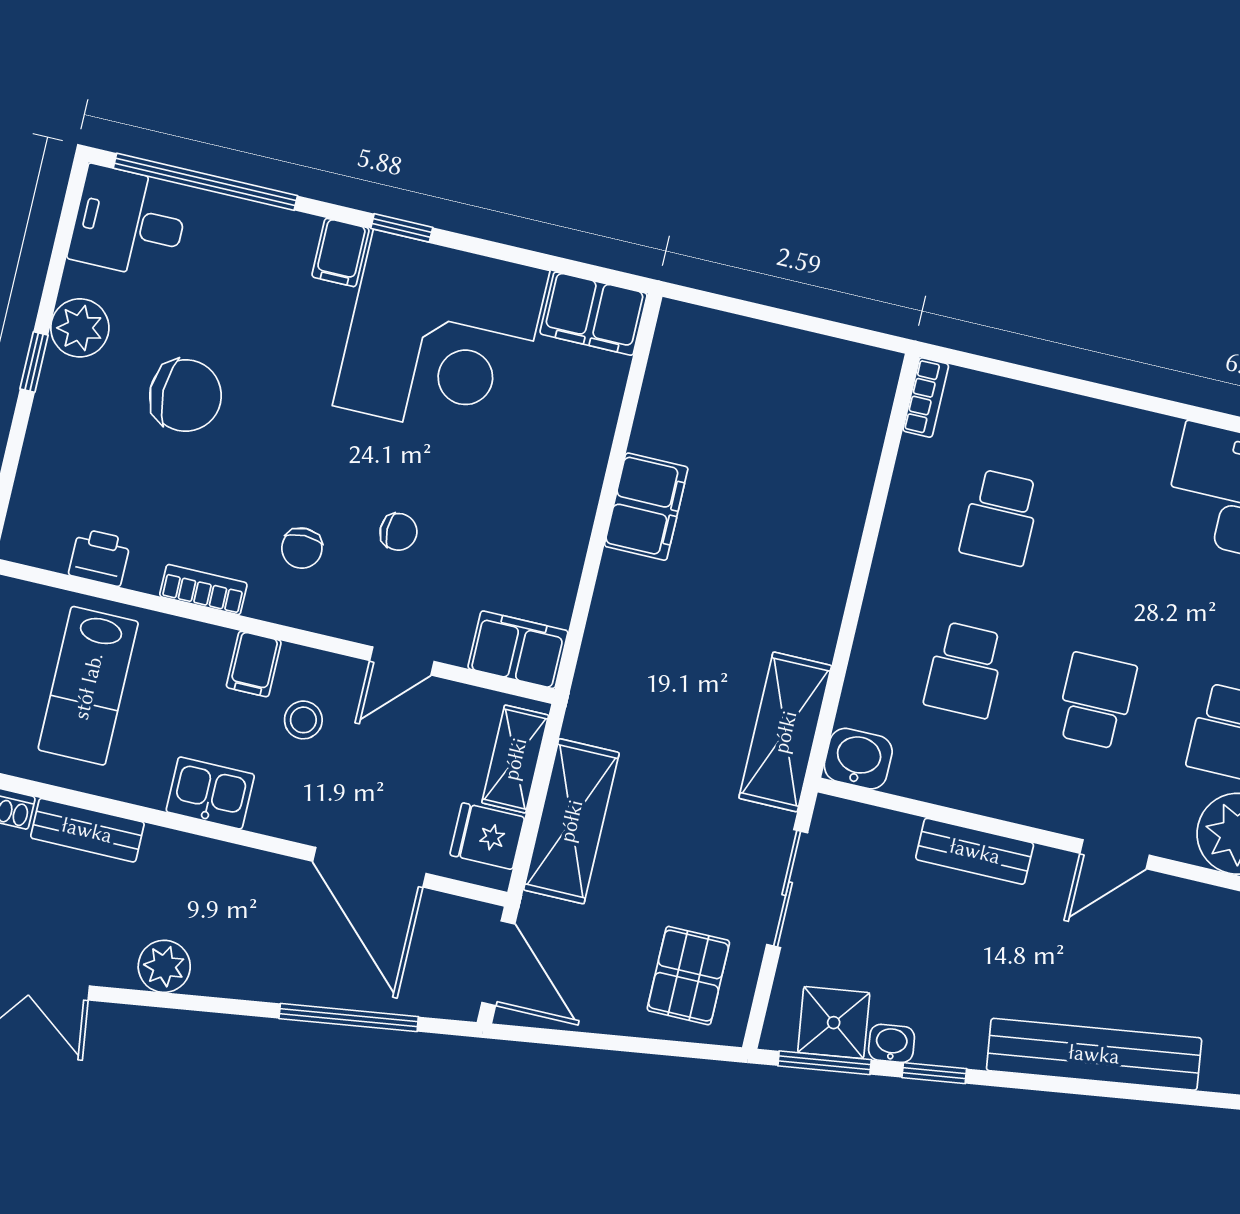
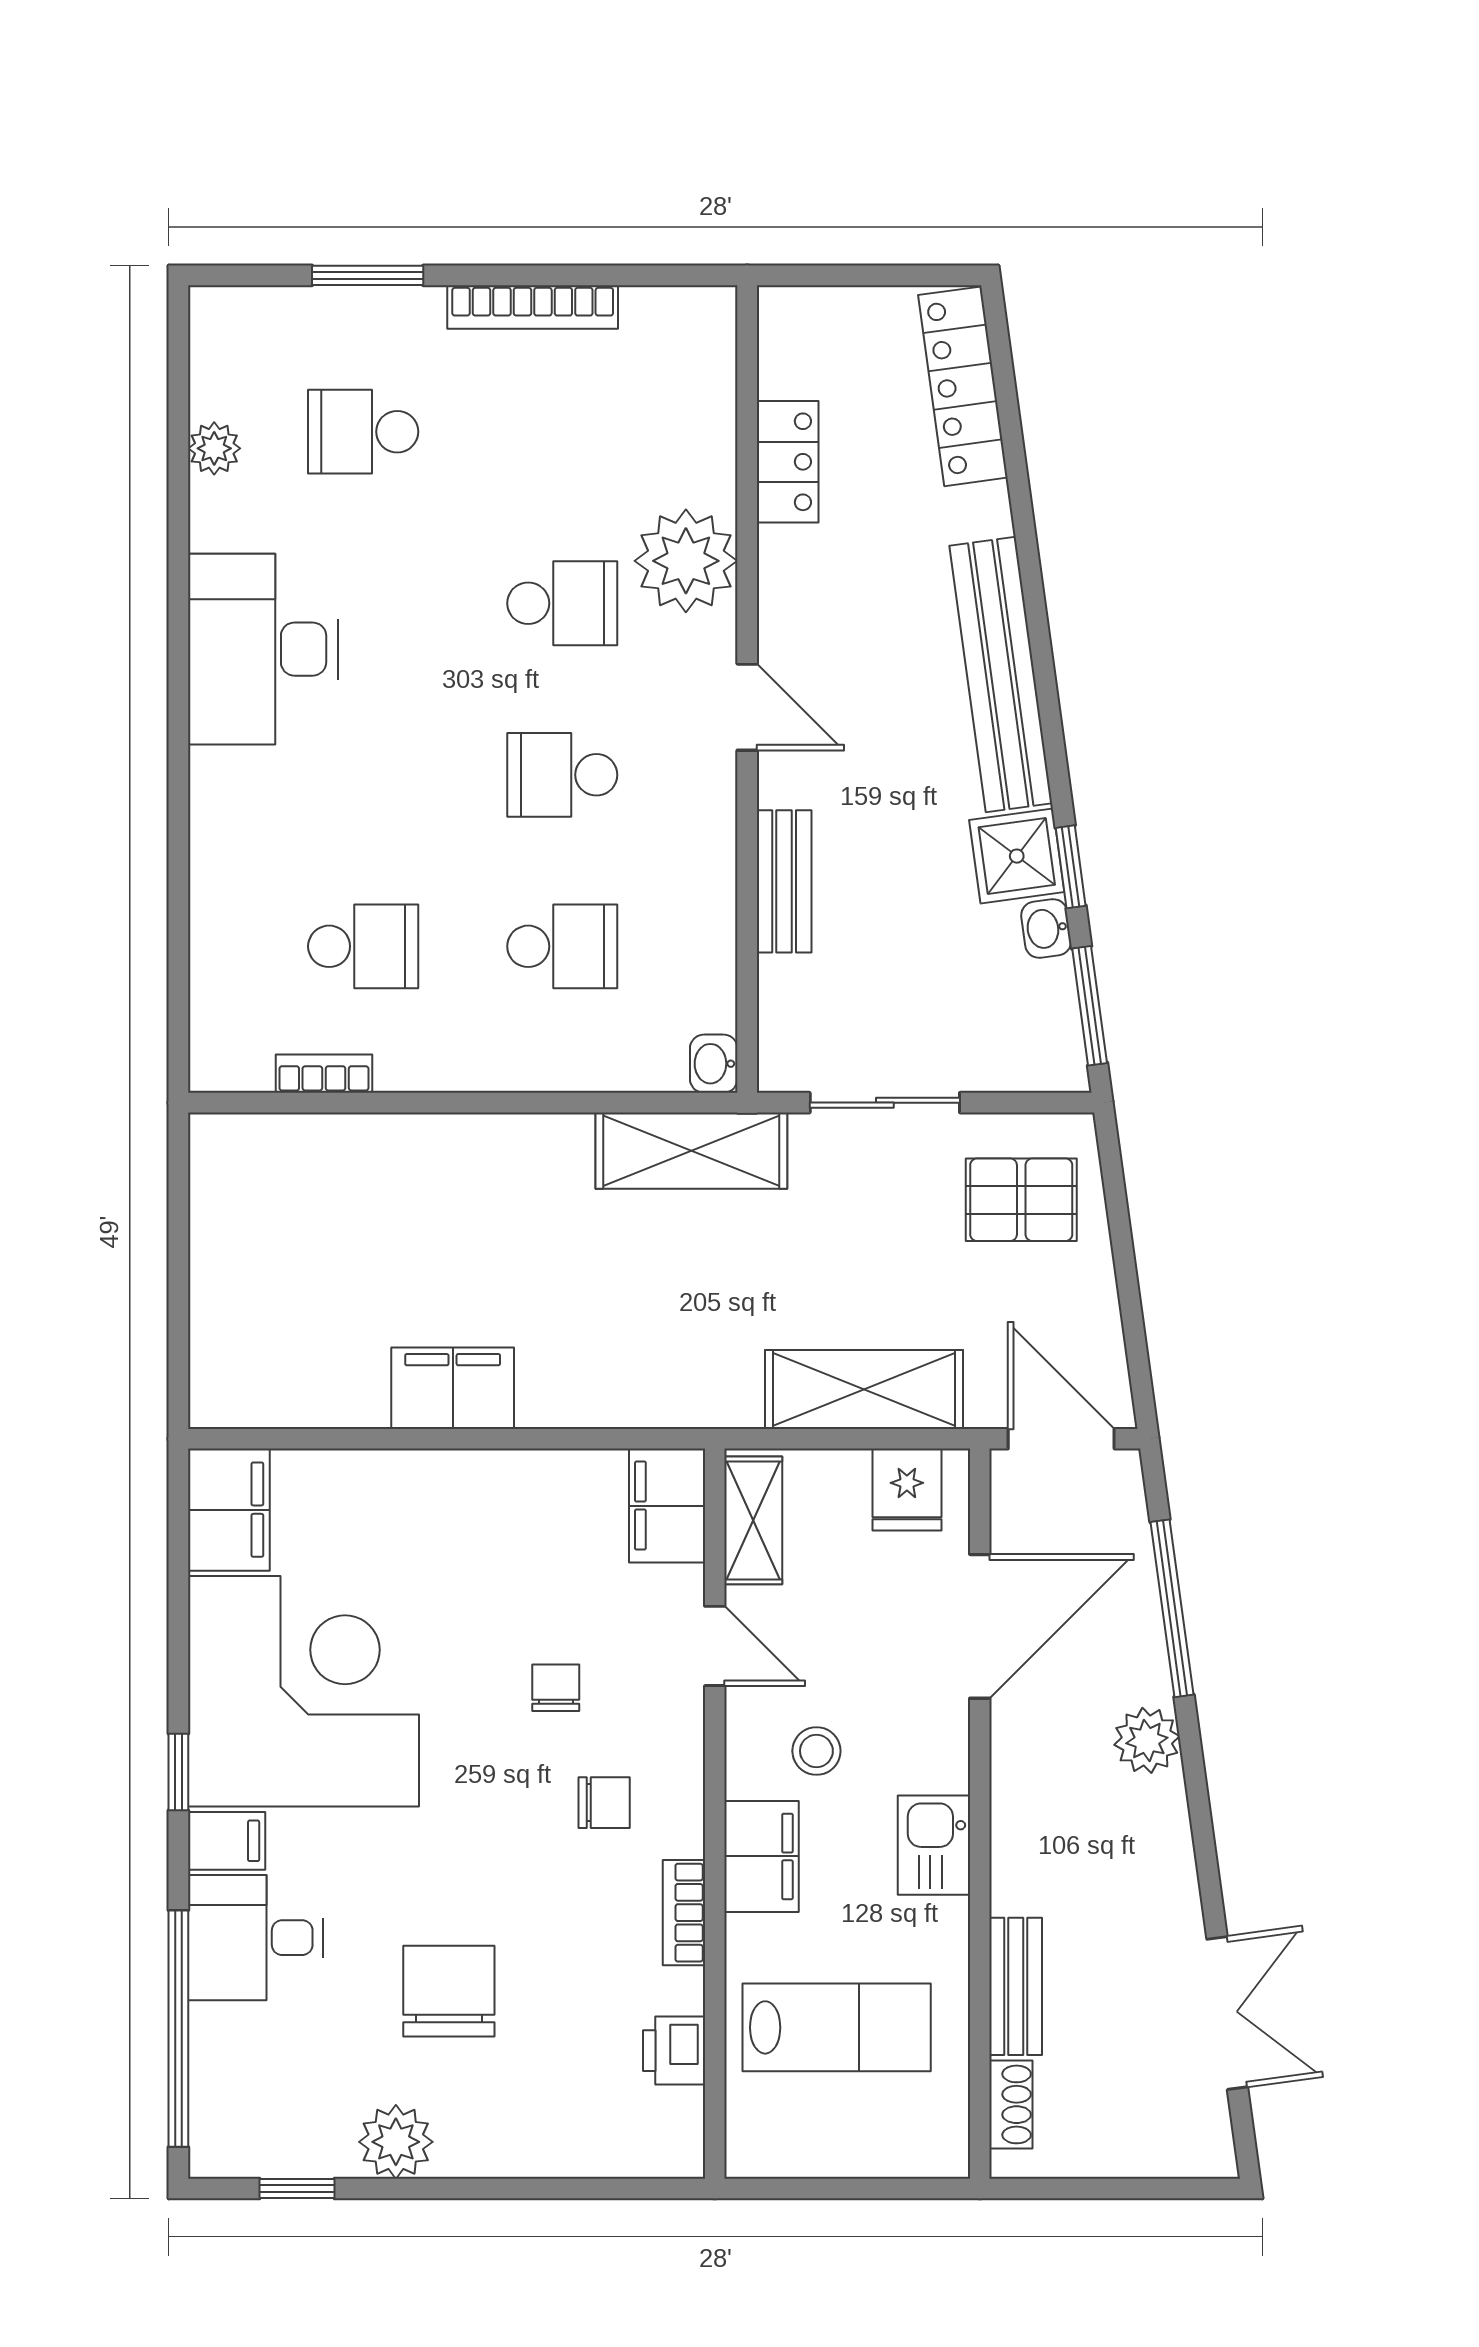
desk: (129, 222) -> (256, 1938), moved, turned 90
window: (34, 362) -> (297, 2188), moved
bookcase: (926, 398) -> (324, 1074), moved
filing cabinet: (254, 664) -> (762, 1856), width x2.00
shelving: (515, 759) -> (753, 1520), moved, turned 90
washbasin: (858, 759) -> (714, 1064), width x0.72, depth x0.69
door: (498, 963) -> (1061, 1439), hinge flipped
plant: (164, 966) -> (1147, 1740), moved
shower: (834, 1023) -> (1017, 856), moved

